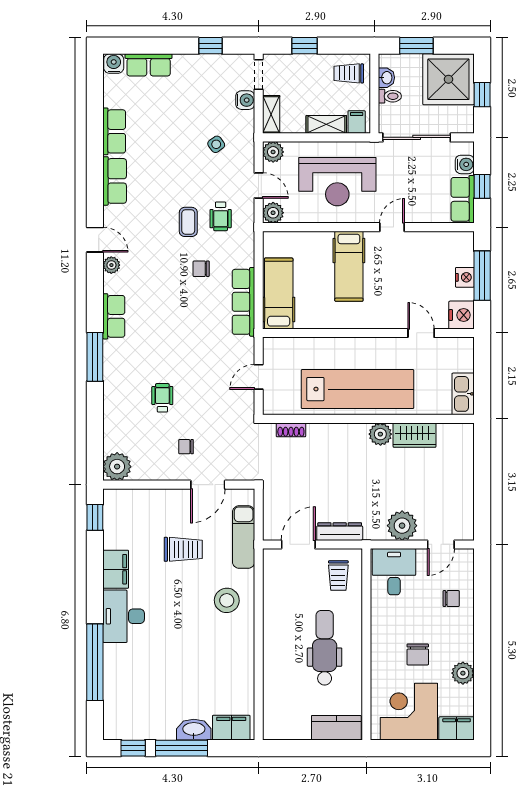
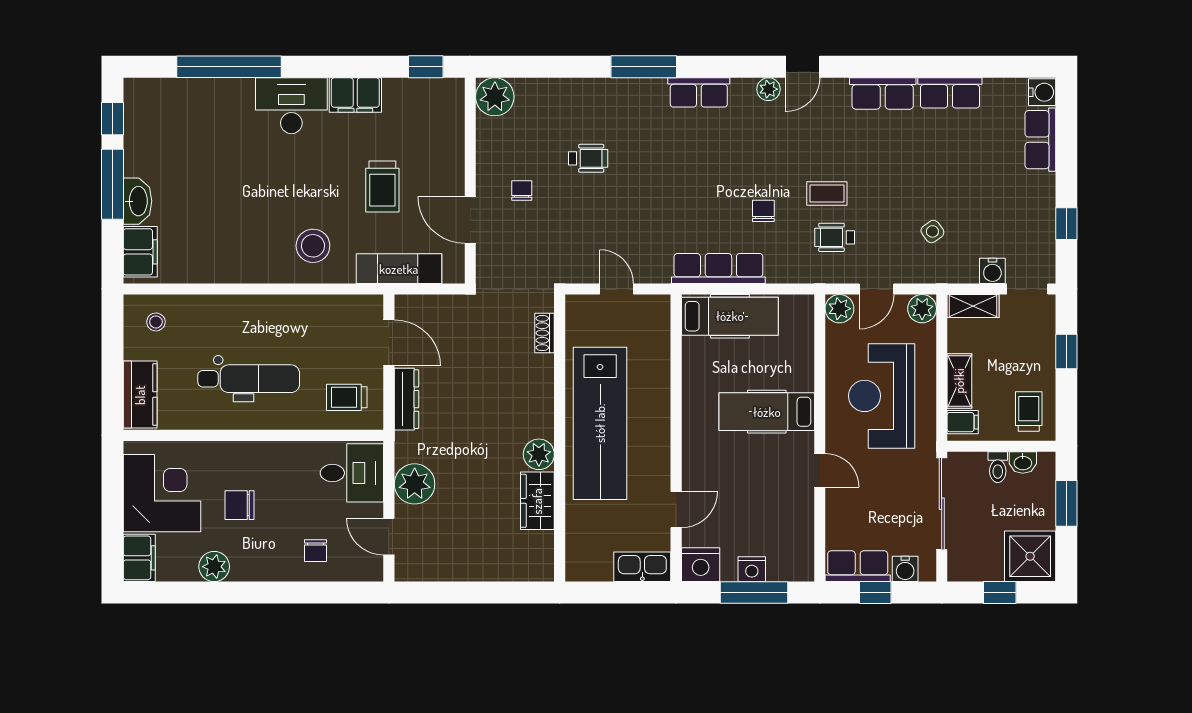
shower: (448, 79) -> (1030, 556), width x0.73, depth x0.73
kitchen sink: (463, 394) -> (642, 567), moved
stool: (283, 716) -> (156, 322), added

